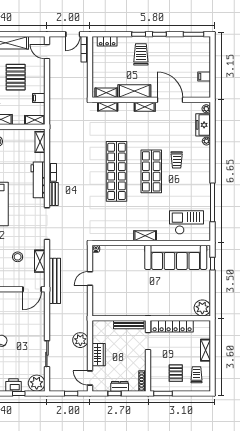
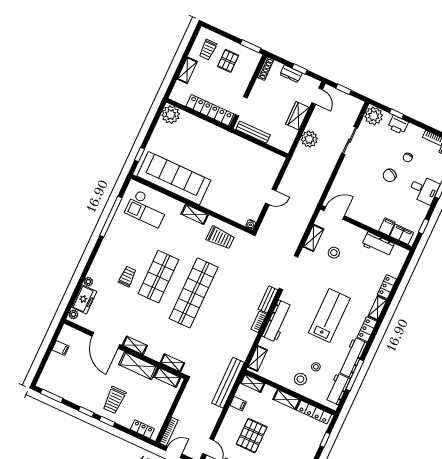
trolley: (116, 226) -> (220, 238), added
bench: (55, 281) -> (228, 383), moved

